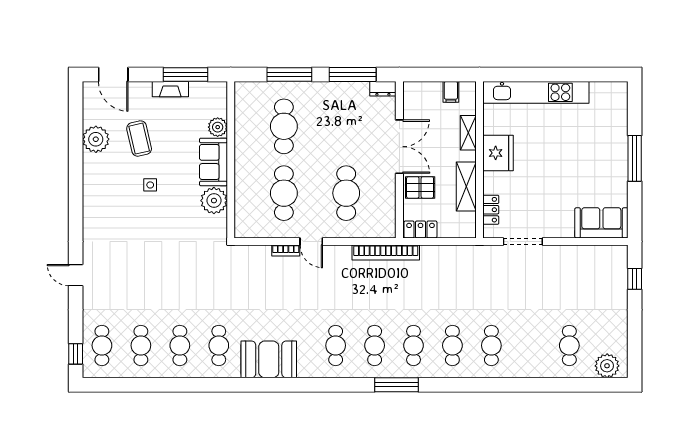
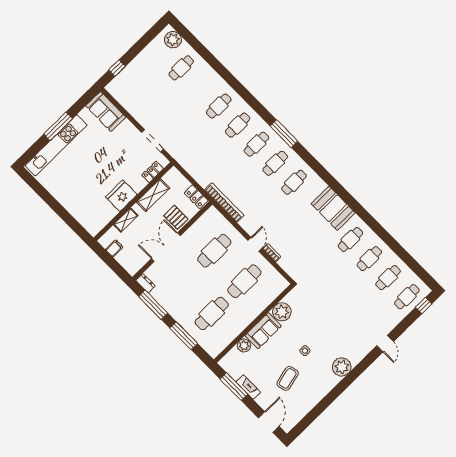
kitchen unit: (536, 92) -> (56, 145), moved, turned 90
plant: (96, 139) -> (342, 367), moved

